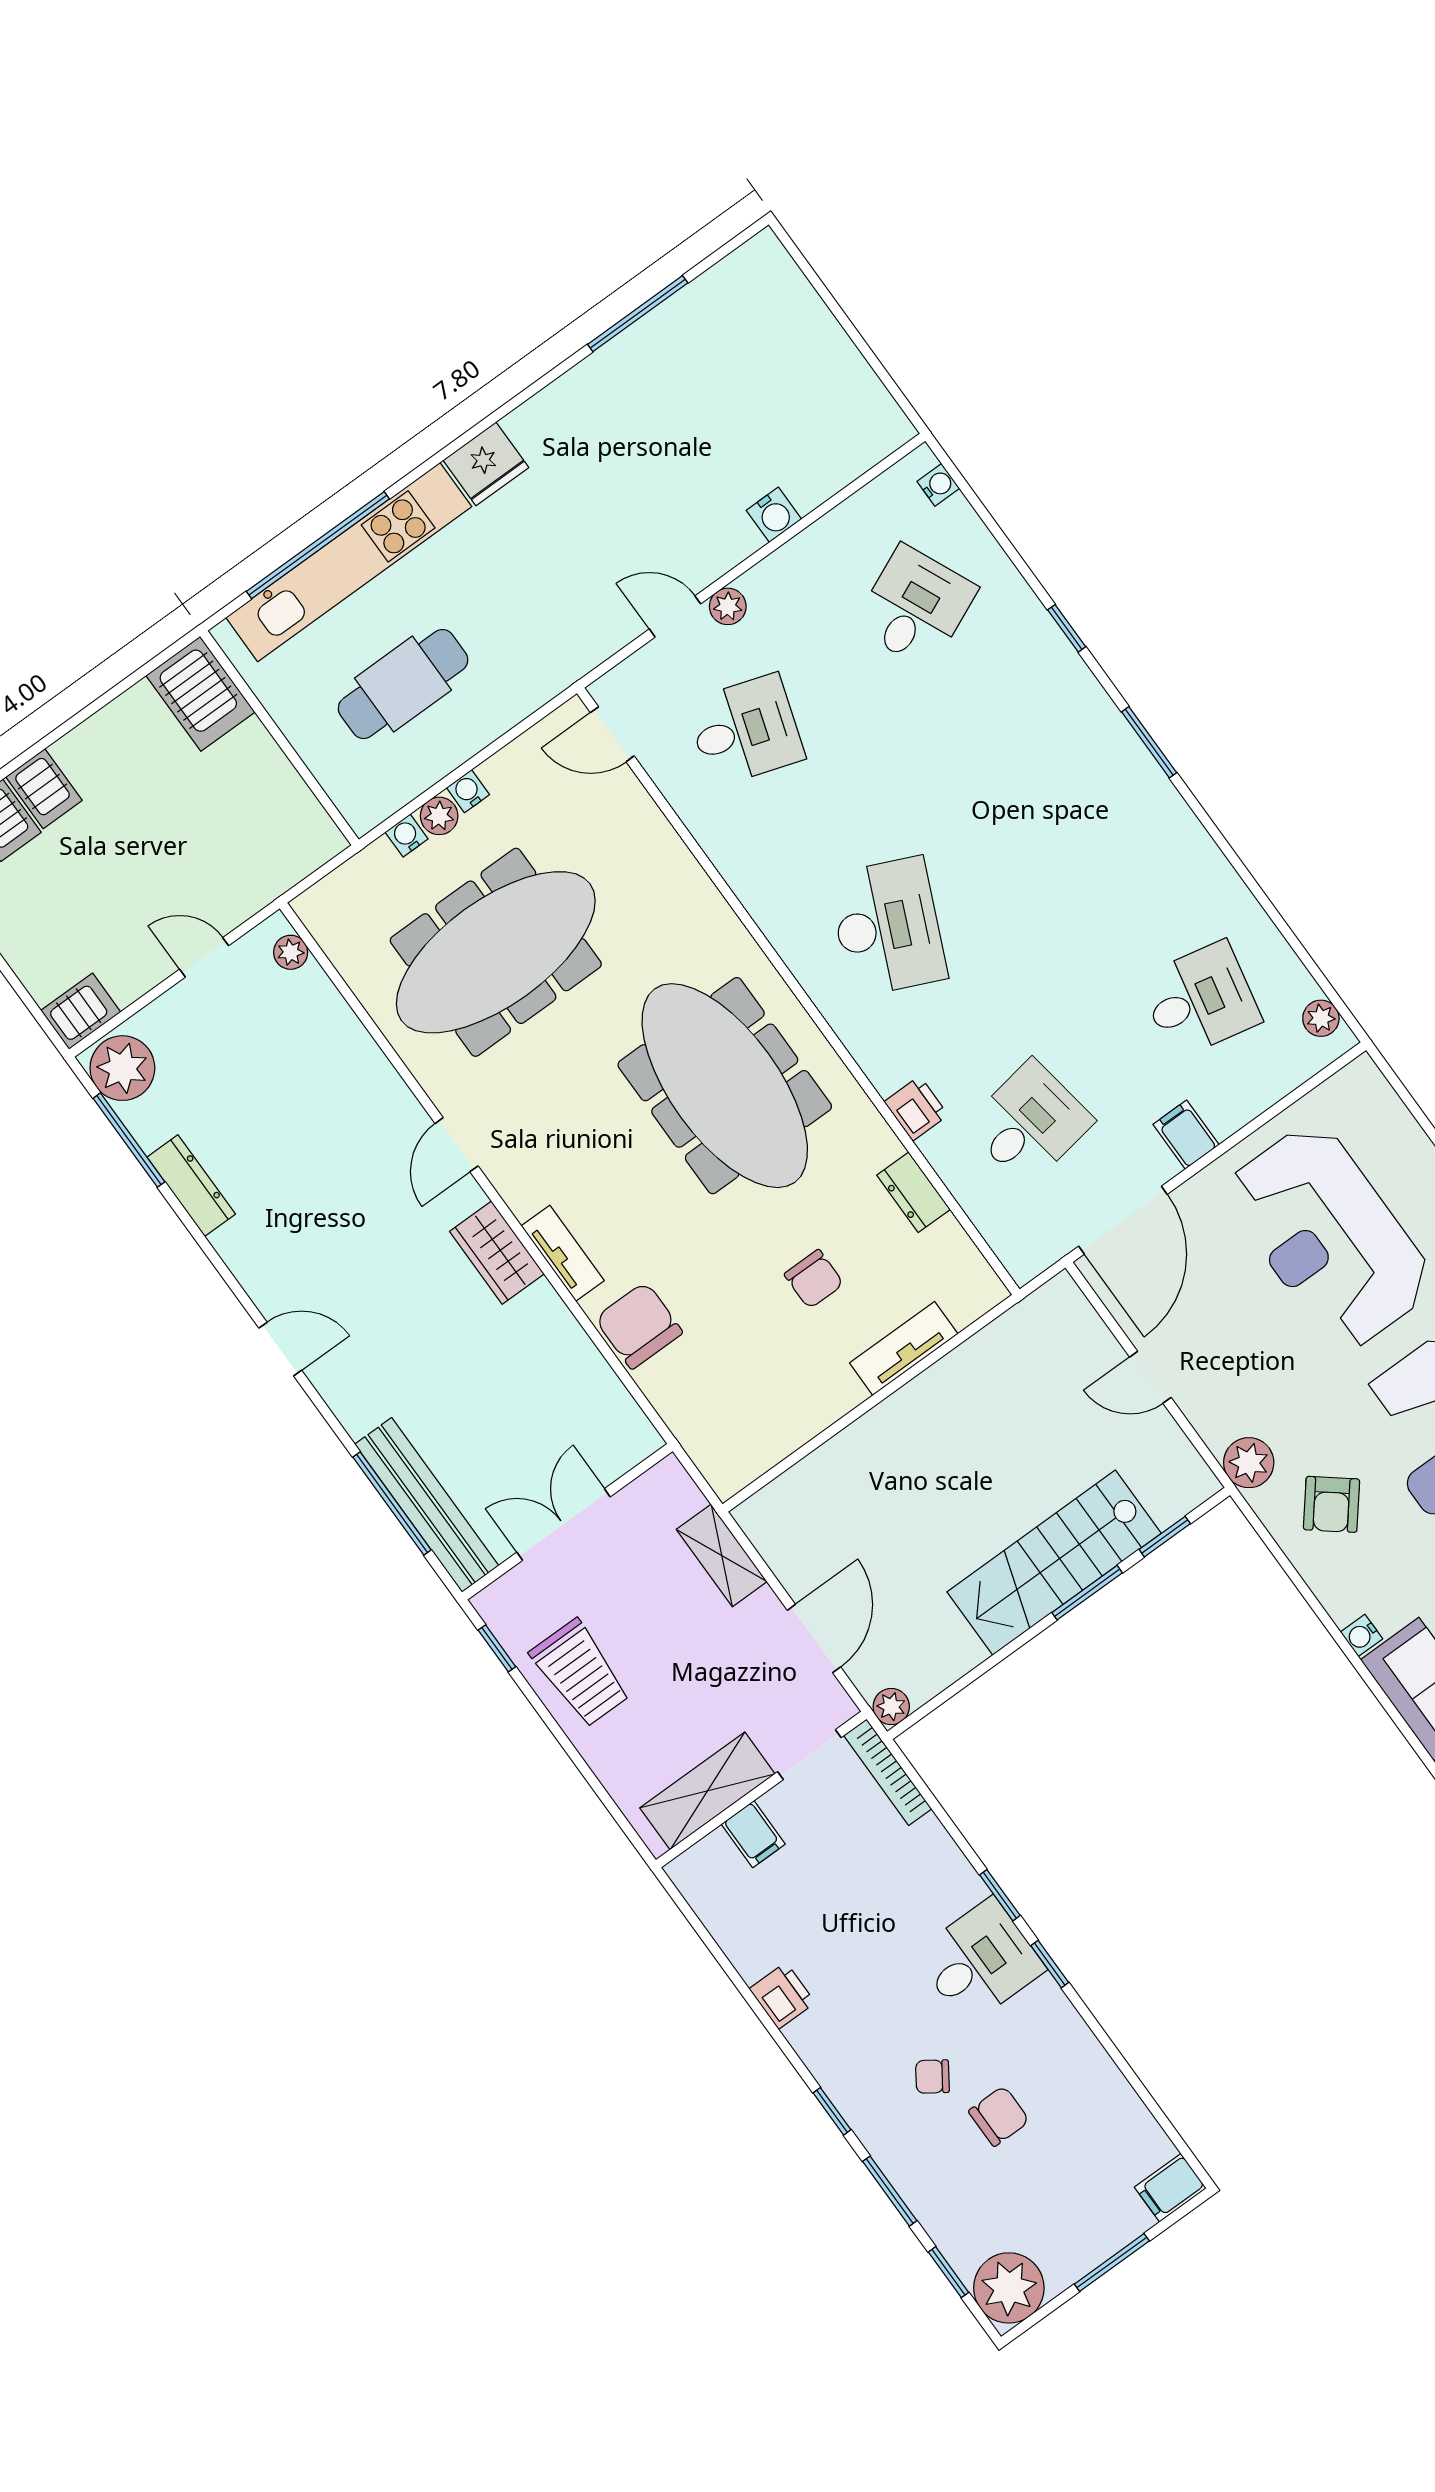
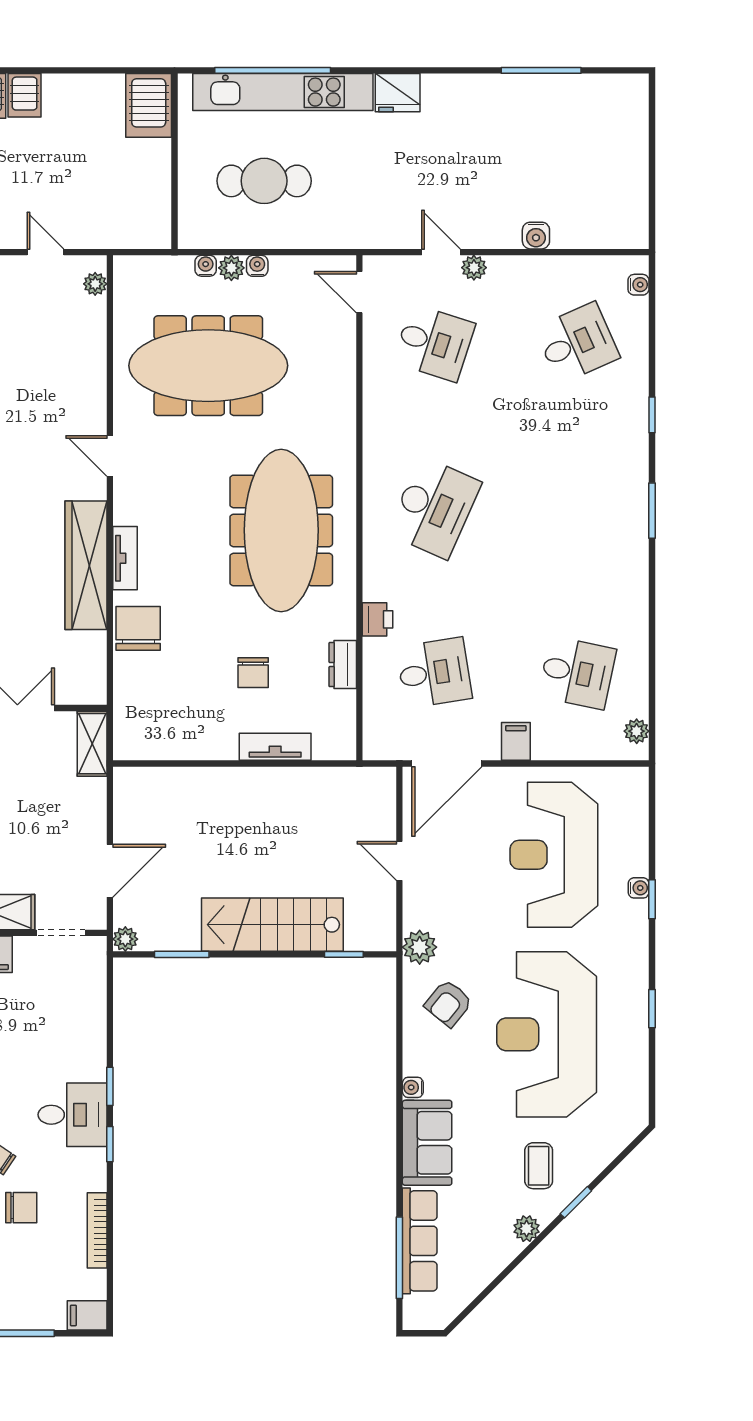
door: (457, 1145) -> (110, 456), hinge flipped
wardrobe: (497, 1253) -> (86, 565), width x2.10, depth x1.17
shelving: (722, 1555) -> (92, 744), moved
window: (1087, 1593) -> (182, 954), moved
bookcase: (888, 1772) -> (97, 1230), moved

